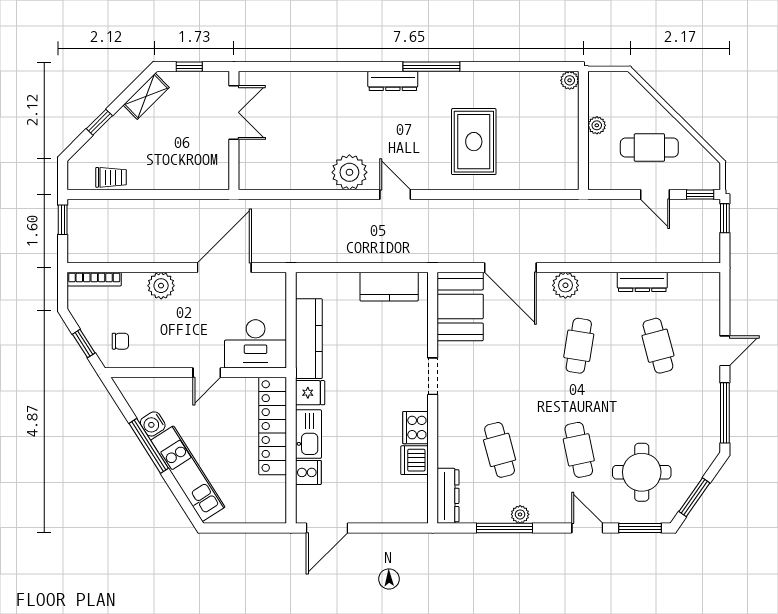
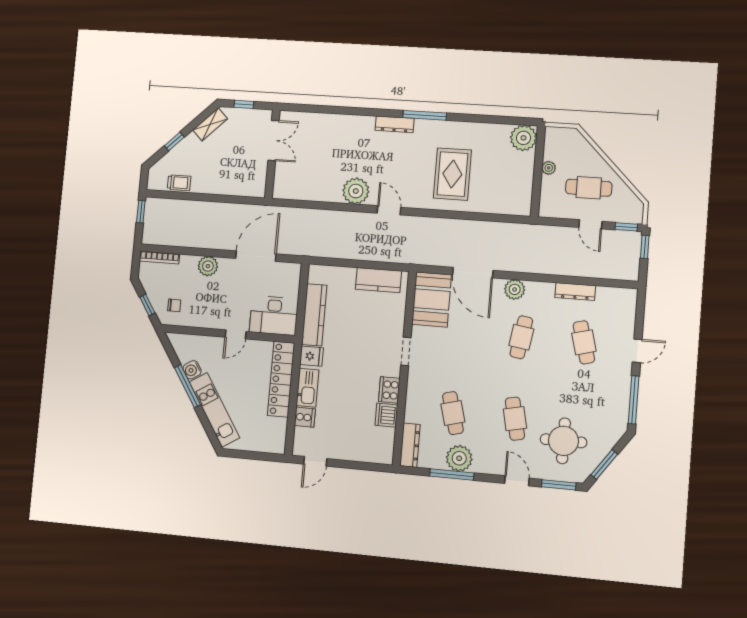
plant: (570, 80) -> (523, 138), width x1.88, depth x1.88
plant: (520, 514) -> (459, 458), width x1.87, depth x1.87
door: (327, 528) -> (315, 461), width x0.73

